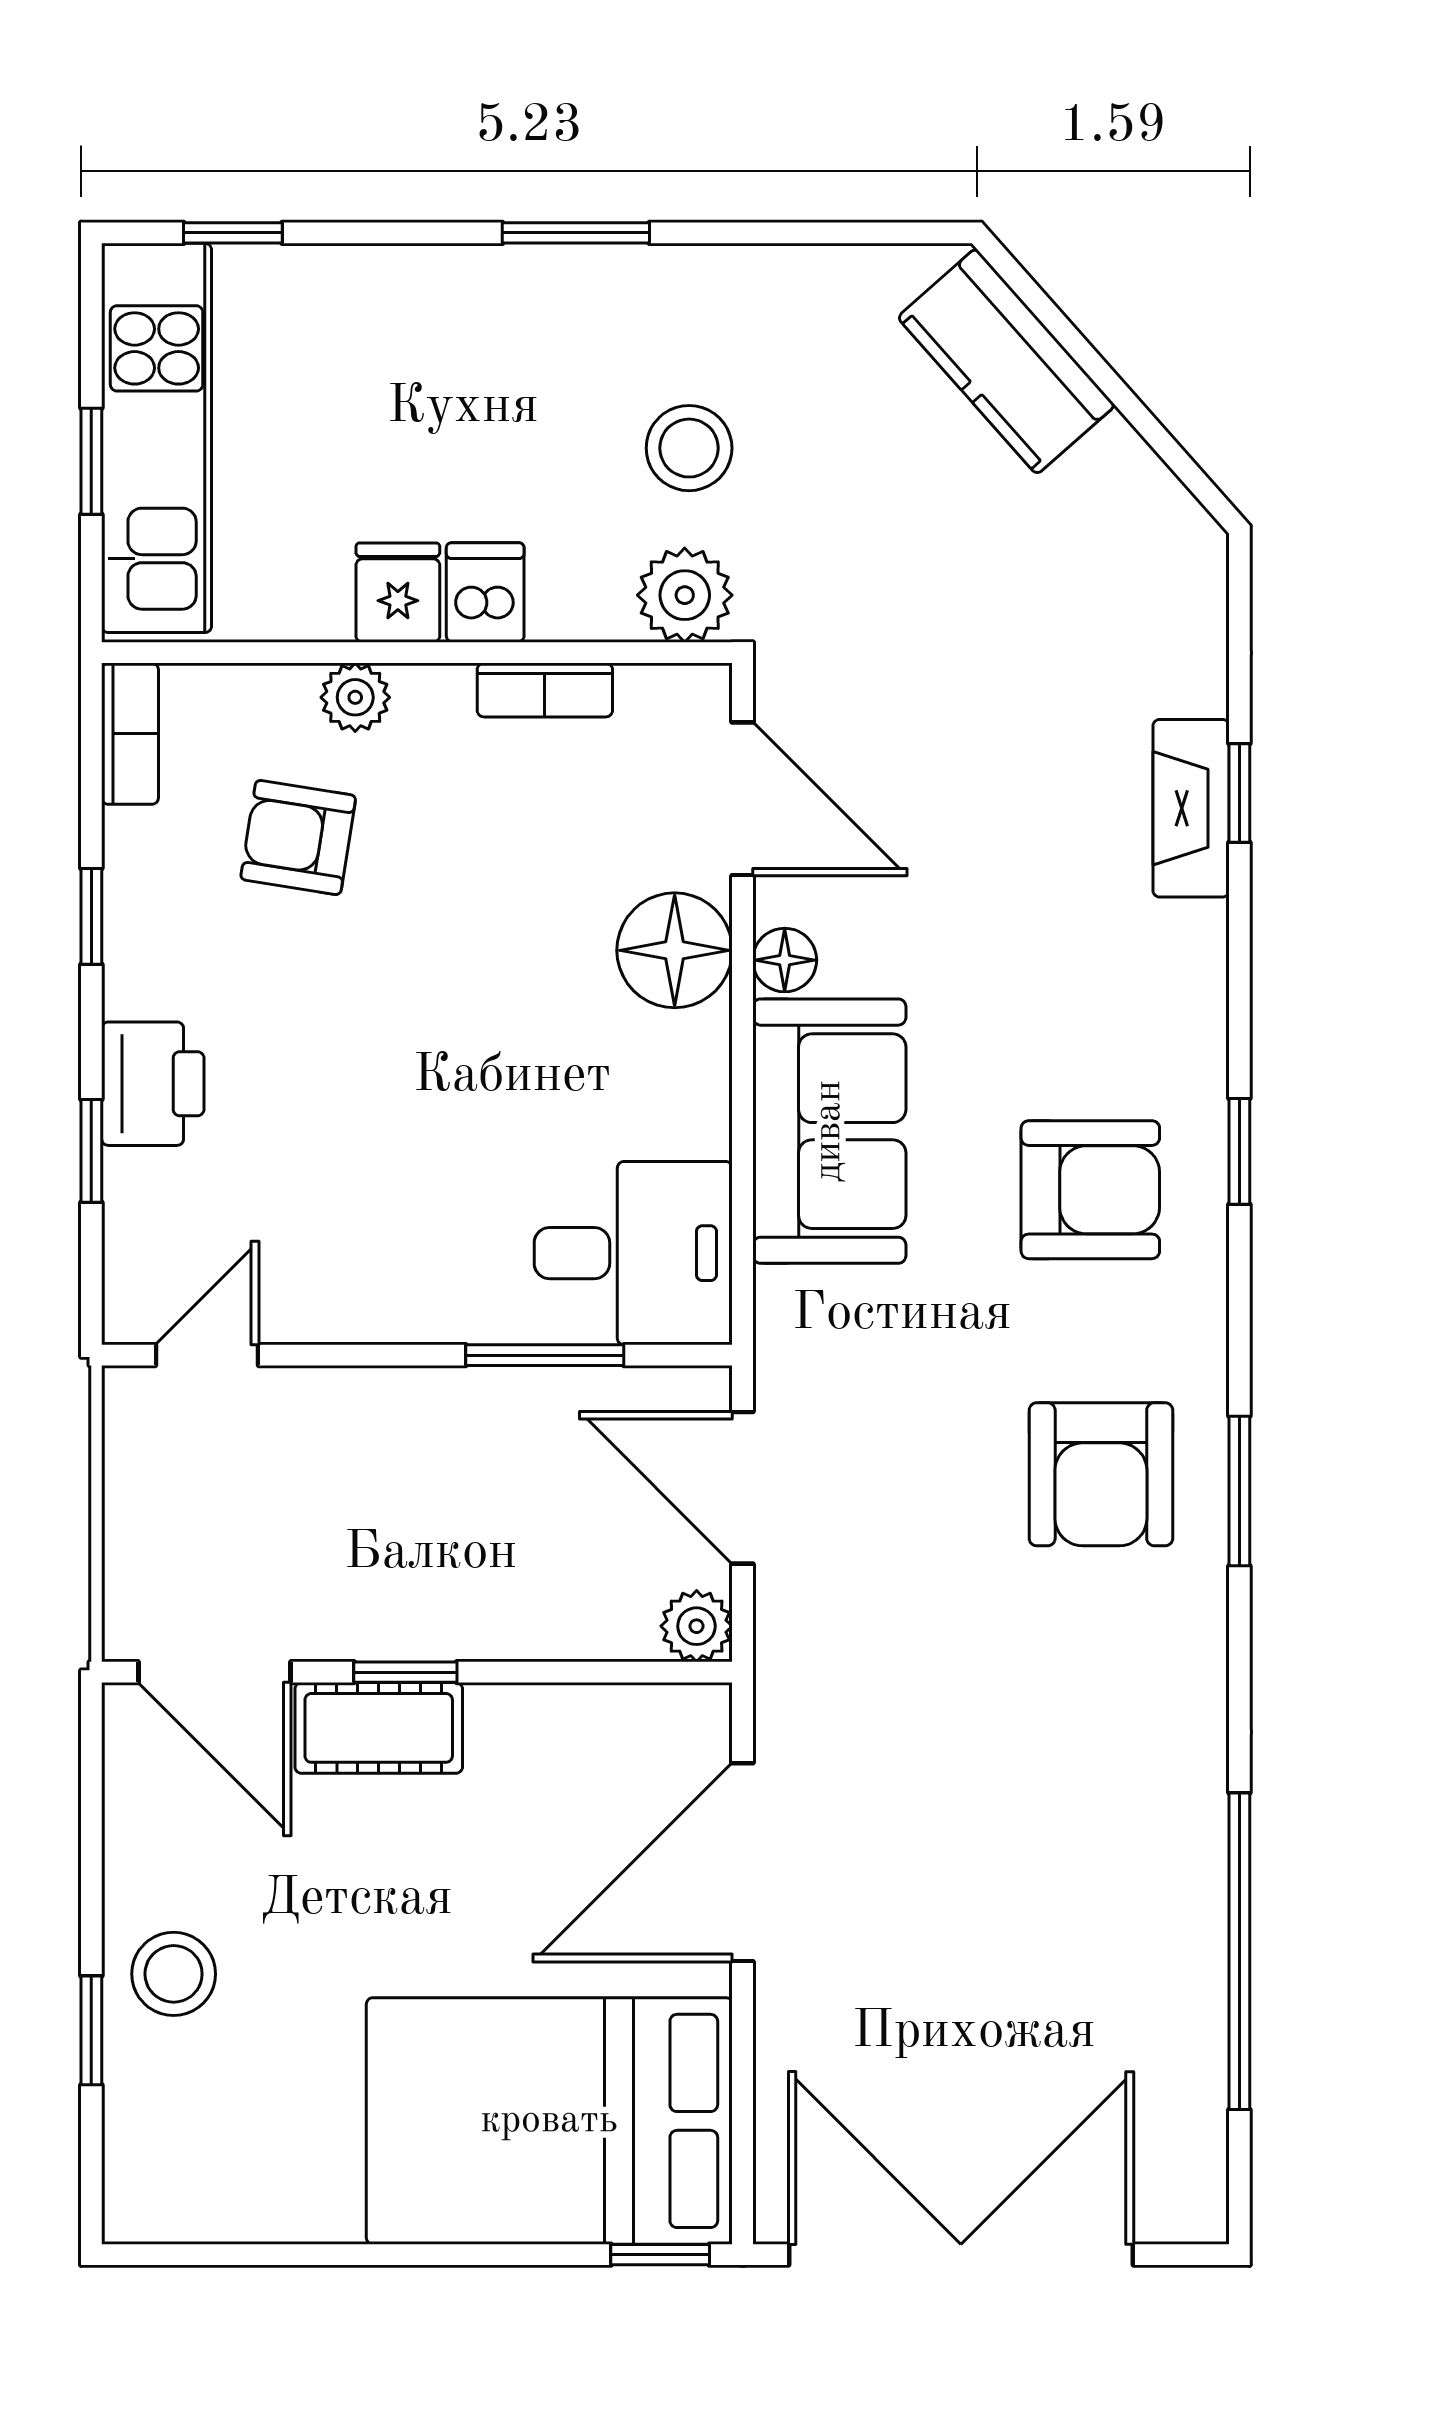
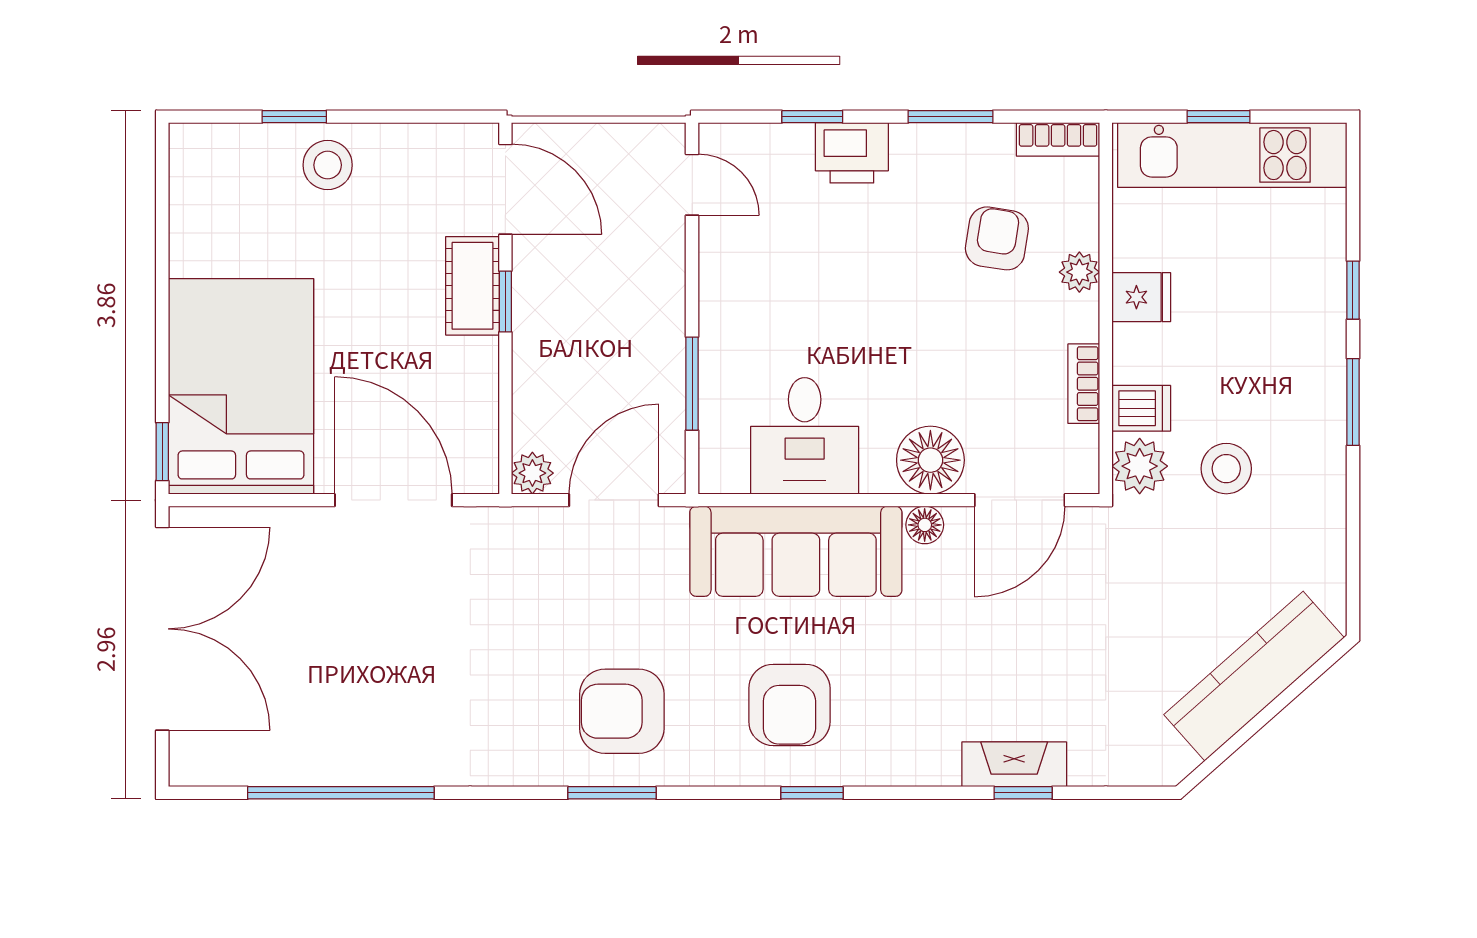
window: (233, 233) -> (1353, 290), moved
kitchen counter: (1006, 361) -> (1254, 676), width x1.50
dishwasher: (485, 593) -> (1141, 408), moved
window: (91, 916) -> (950, 117), width x1.50
sofa: (829, 1131) -> (796, 551), width x1.36
desk: (633, 1253) -> (805, 436), moved
door: (215, 1672) -> (505, 189), swing flipped

